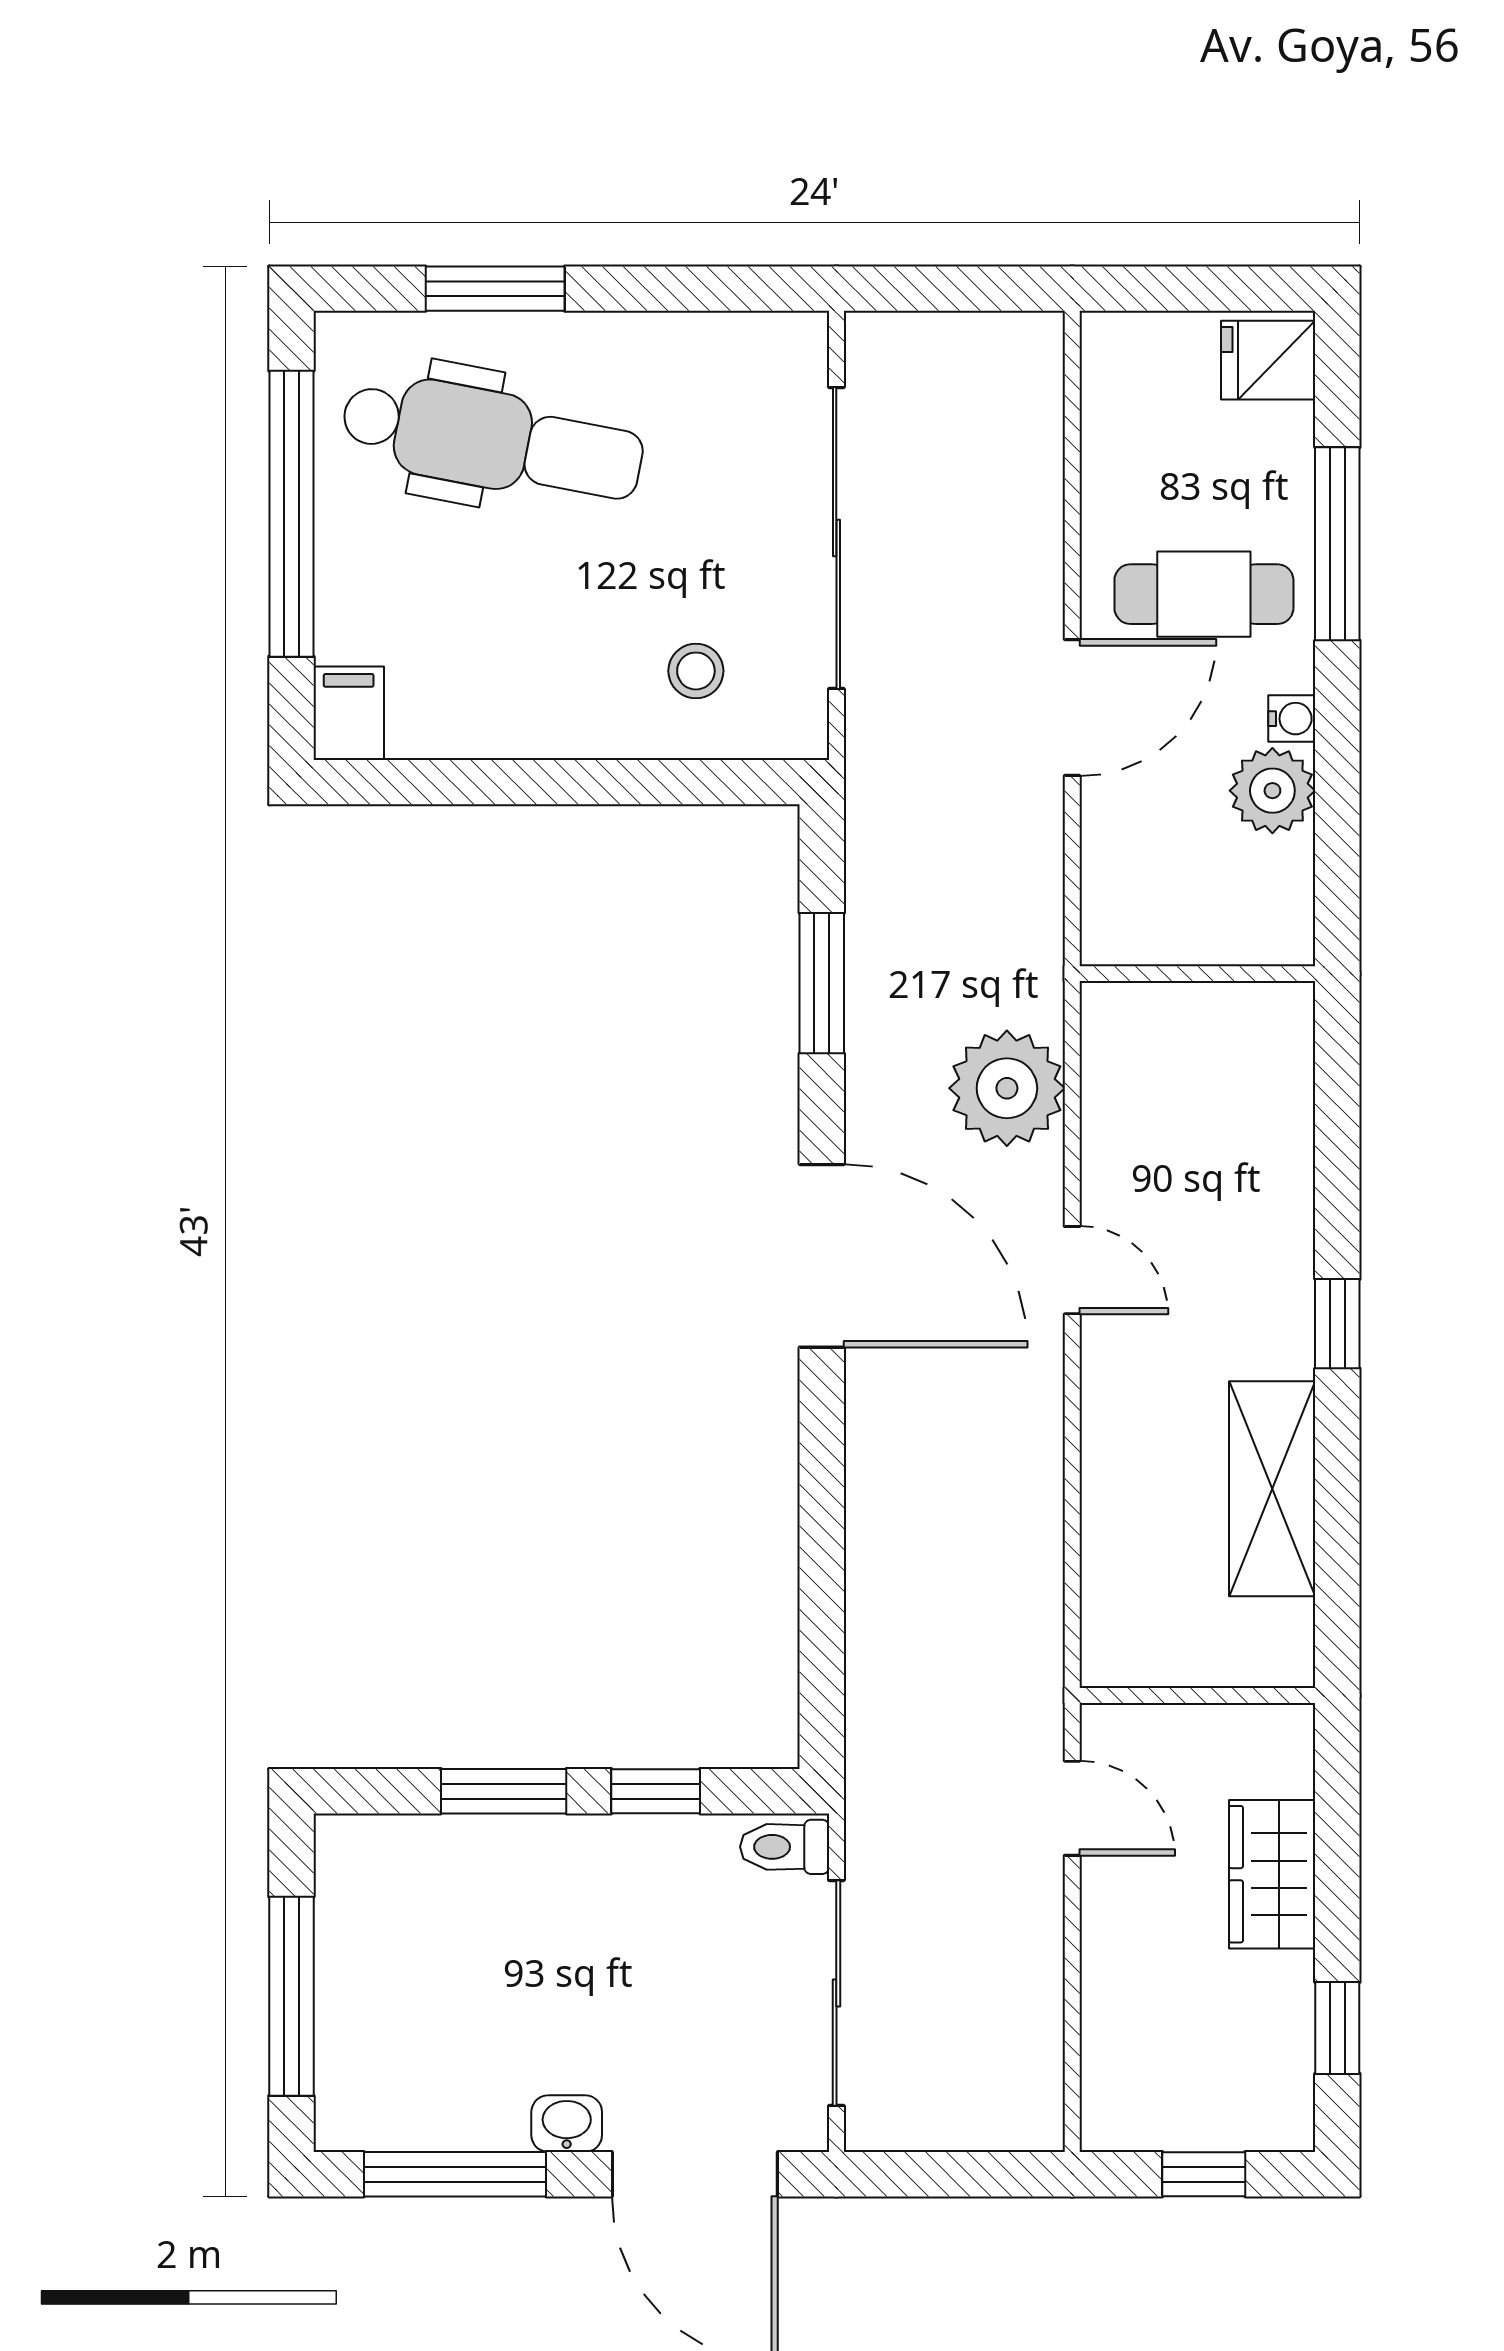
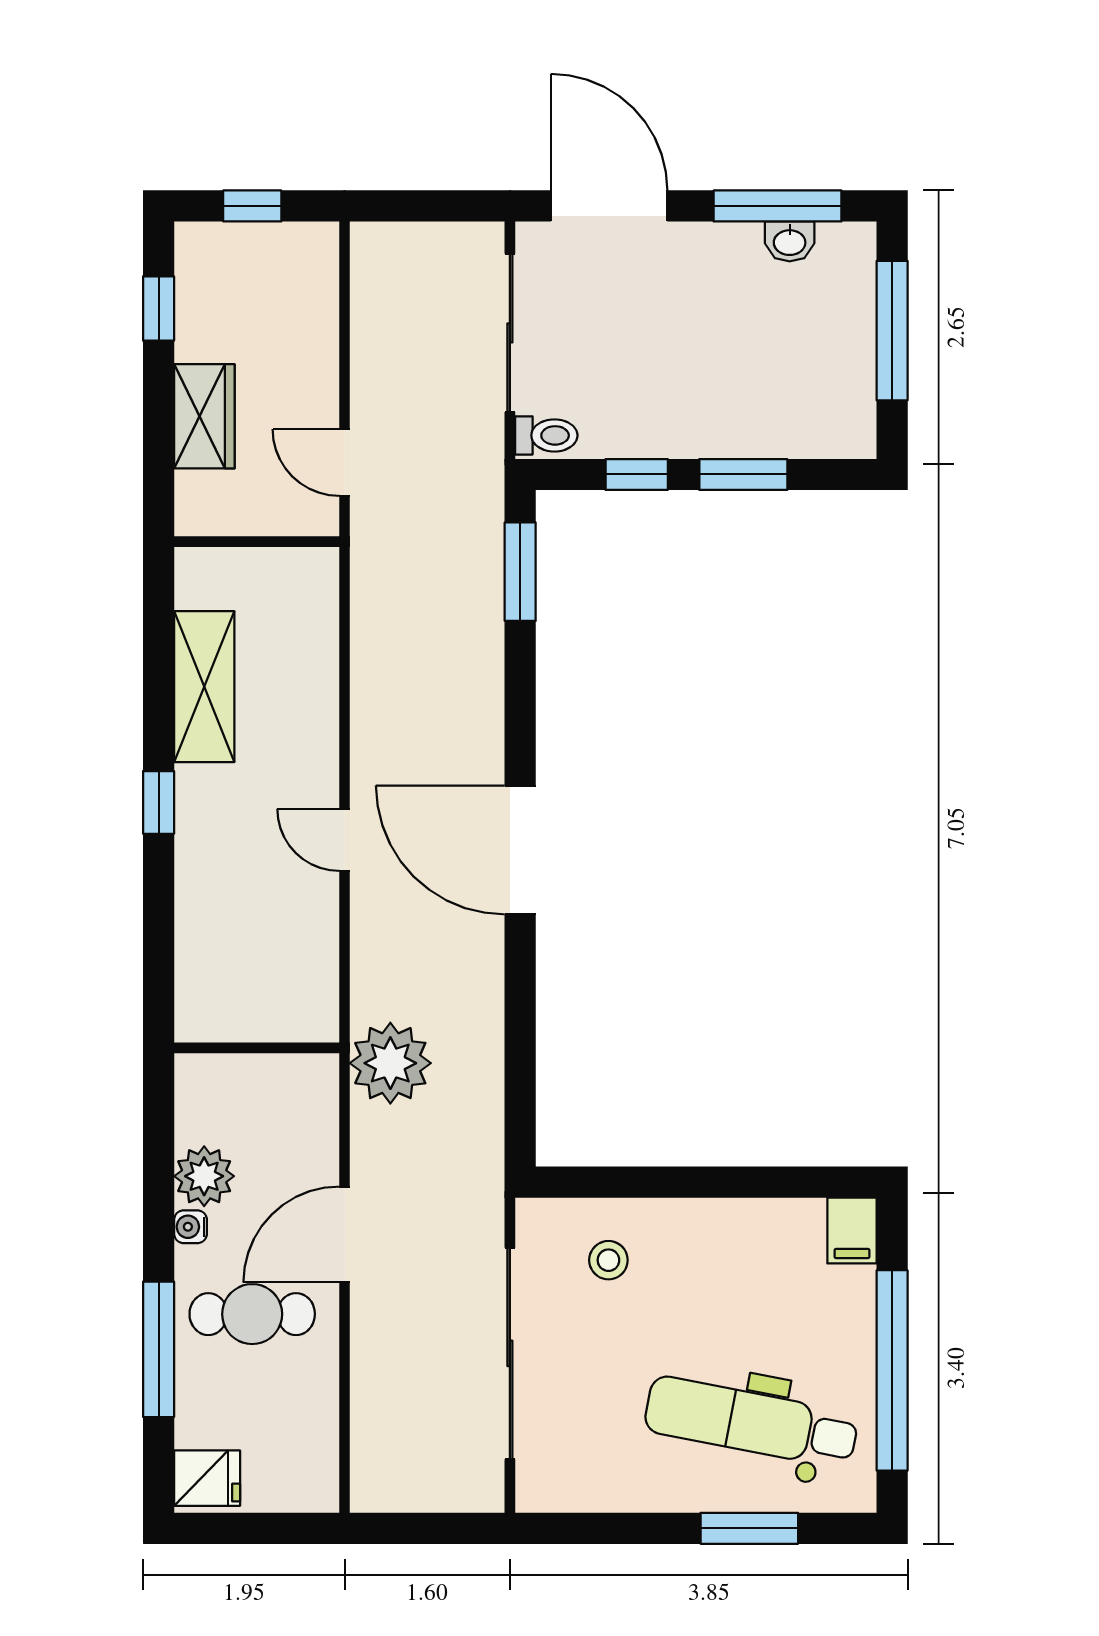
window: (822, 983) -> (520, 572), moved
plant: (1007, 1088) -> (390, 1063), moved
washbasin: (567, 2124) -> (790, 241), moved

